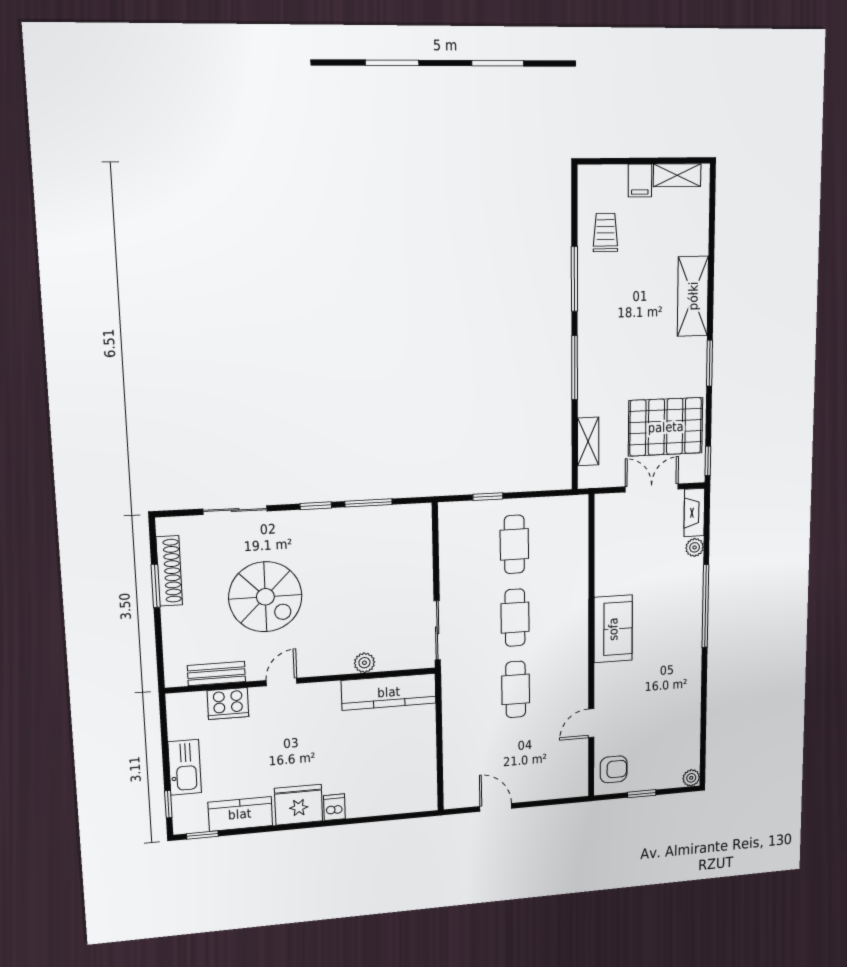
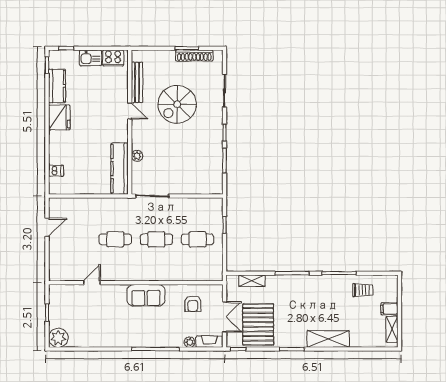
bench: (216, 674) -> (137, 82), width x1.36
cooker: (228, 704) -> (113, 58), moved, turned -90
door: (591, 723) -> (92, 283), hinge flipped
kitchen sink: (185, 767) -> (90, 58), width x0.73
armchair: (614, 769) -> (193, 304), moved
plant: (691, 778) -> (58, 338), width x1.88, depth x1.88
dishwasher: (334, 807) -> (56, 171), moved

